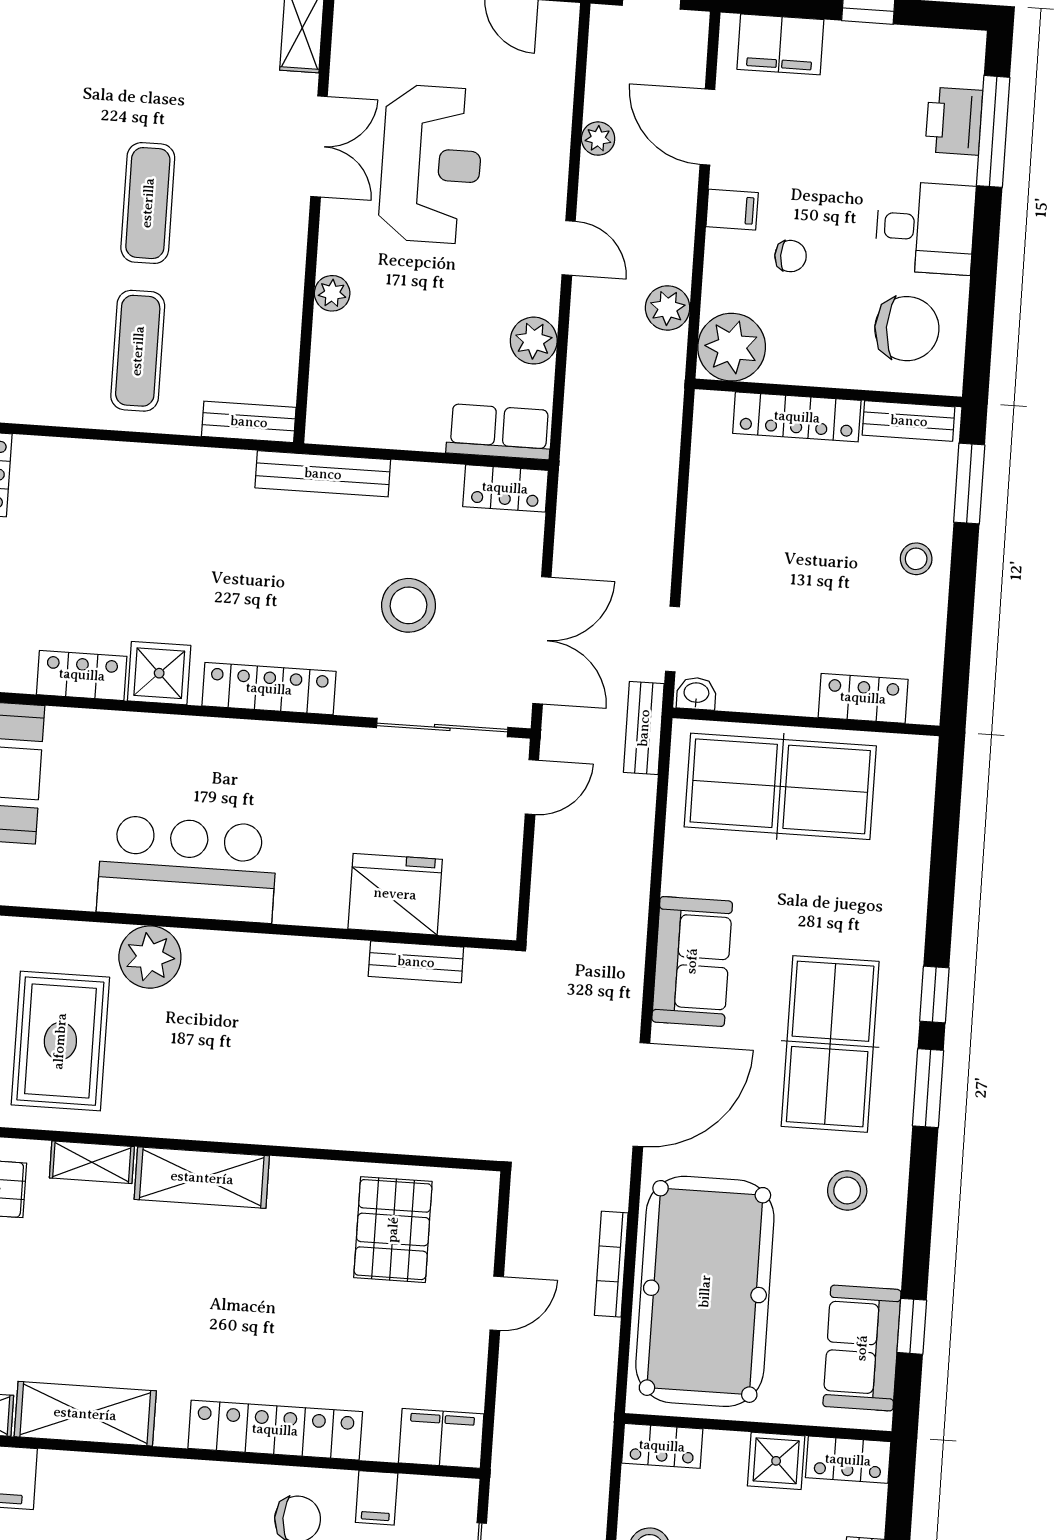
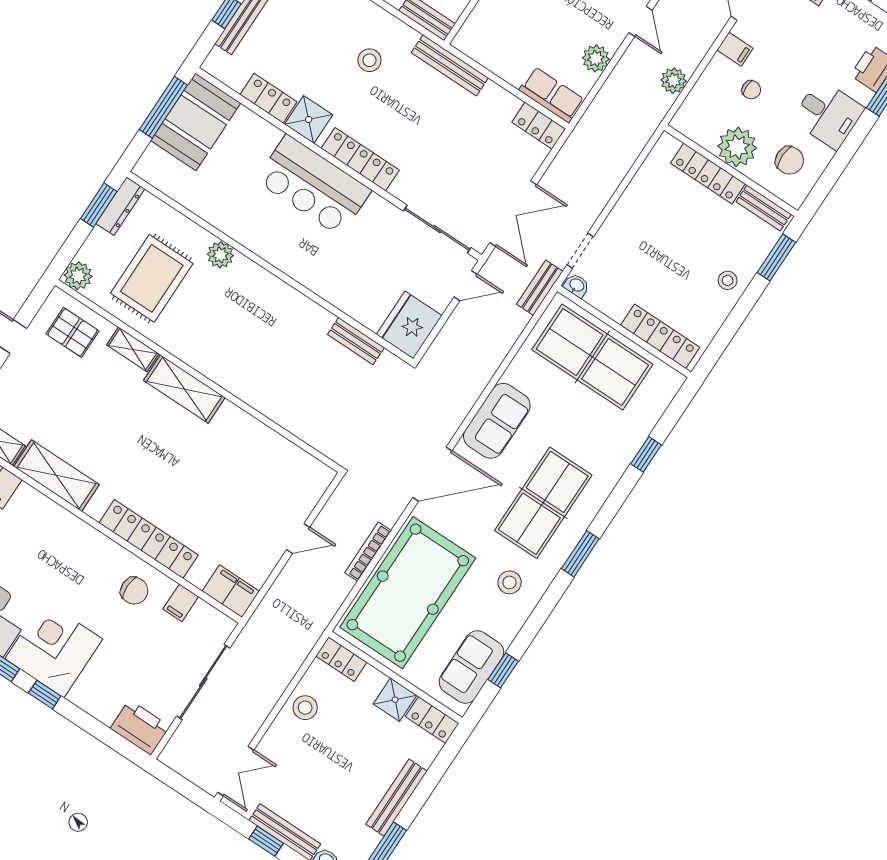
chair: (907, 329) -> (789, 160), width x0.73, depth x0.73
plant: (732, 347) -> (737, 147), moved
stool: (409, 605) -> (369, 60), moved, width x0.73, depth x0.73
locker: (863, 698) -> (660, 336), width x1.53
bar counter: (187, 869) -> (314, 185), moved, turned 180
fridge: (395, 894) -> (409, 325), moved, turned -90
plant: (150, 957) -> (220, 255), width x0.73, depth x0.73
window: (934, 995) -> (646, 454), moved
pallet: (393, 1230) -> (267, 471), removed

